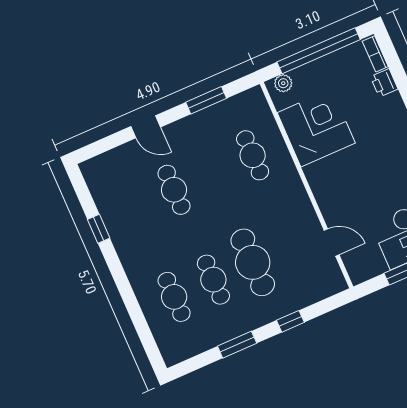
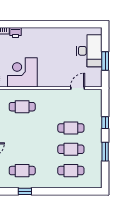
cafe table: (174, 190) -> (22, 171), moved
cafe table: (253, 262) -> (71, 128), width x0.73, depth x0.74

